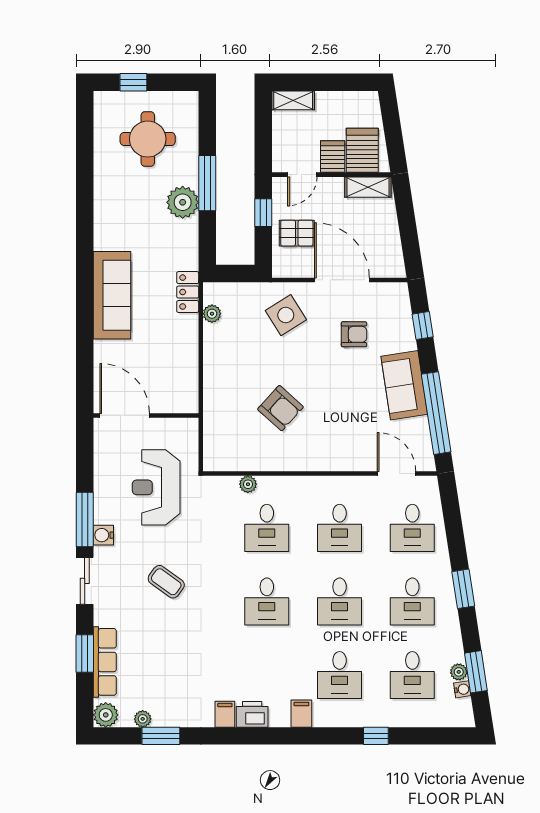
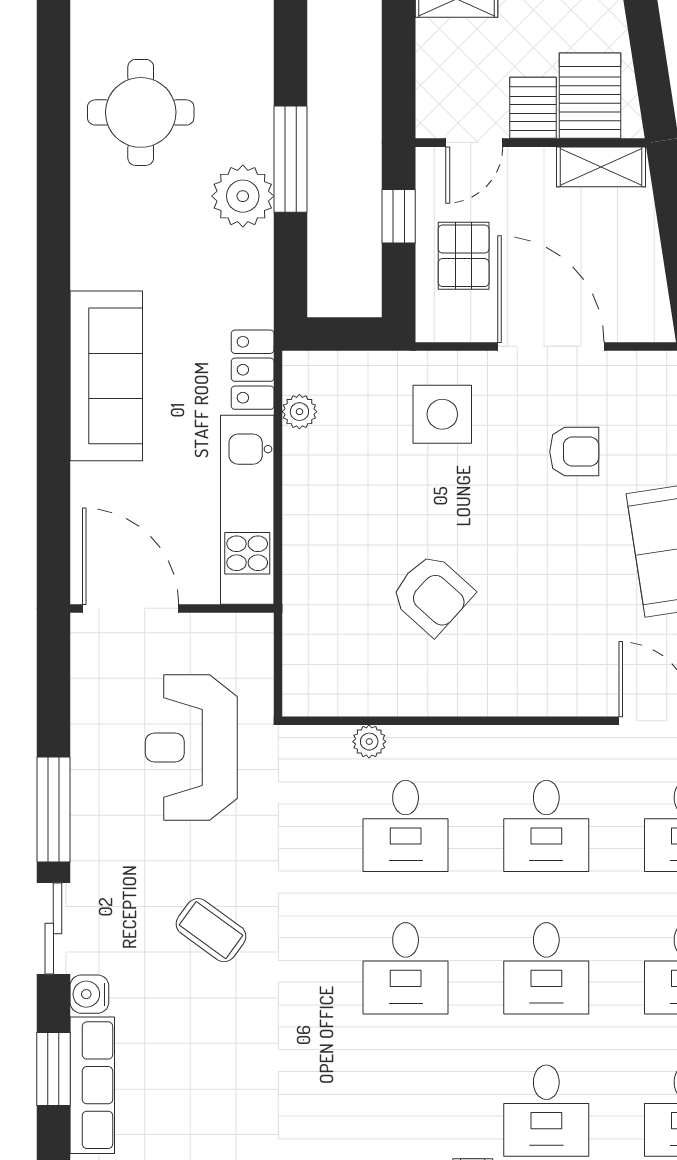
round table: (148, 139) -> (141, 112), moved
pallet: (297, 233) -> (464, 256), turned 90
side table: (286, 315) -> (442, 414), turned 32
kitchen unit: (185, 364) -> (247, 510), added
water cooler: (103, 535) -> (89, 994), moved

